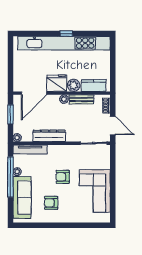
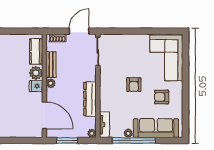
fridge: (57, 83) -> (36, 86), width x0.53, depth x0.75
tv unit: (30, 149) -> (104, 125), width x0.71
corner sofa: (95, 191) -> (166, 58), moved, turned 90
armchair: (51, 203) -> (162, 97), turned 90

